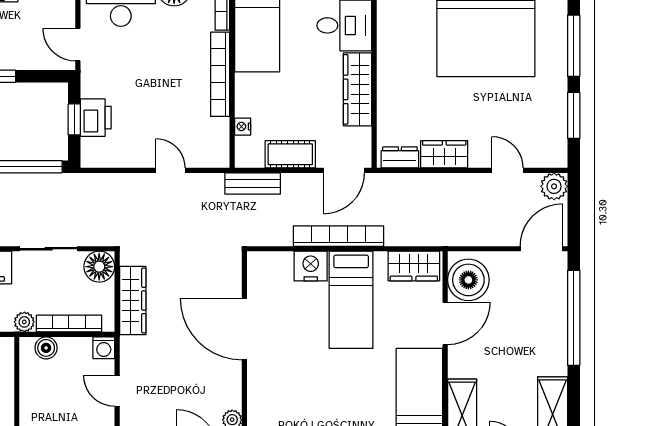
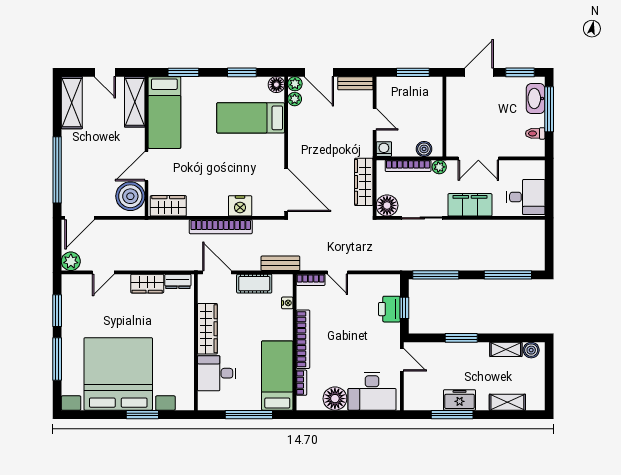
bookcase: (209, 160) -> (311, 280), added
door: (344, 170) -> (217, 272), hinge flipped
door: (507, 170) -> (103, 272), hinge flipped
bed: (351, 300) -> (251, 118), moved, turned -90
door: (244, 329) -> (286, 190), moved

